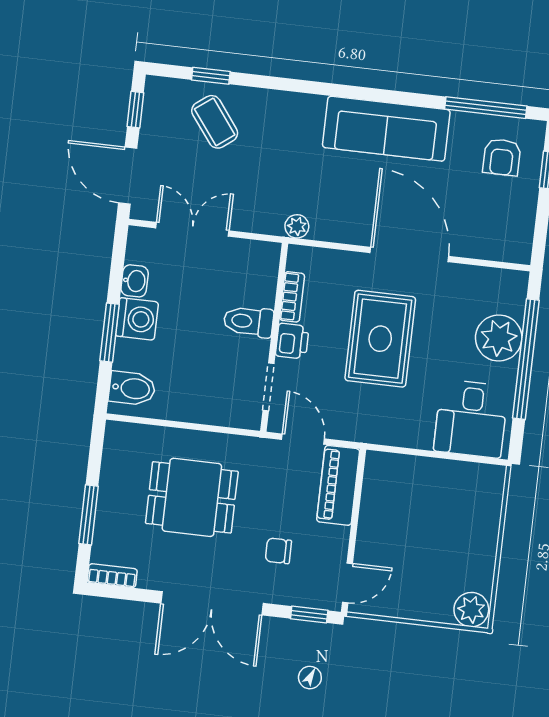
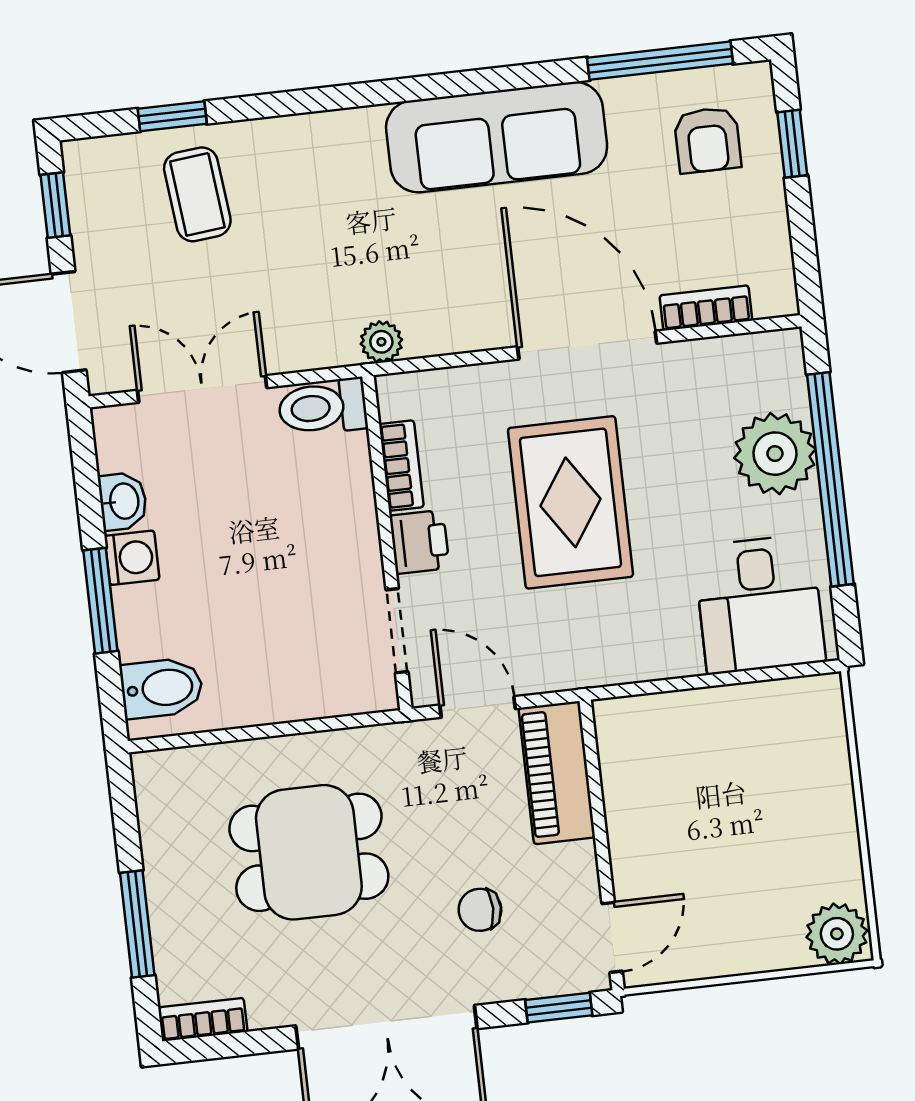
coffee table: (215, 122) -> (197, 194), turned 31
bookcase: (479, 249) -> (706, 308), added
washing machine: (137, 319) -> (132, 558), width x0.73, depth x0.73
toilet: (248, 321) -> (323, 407), moved

